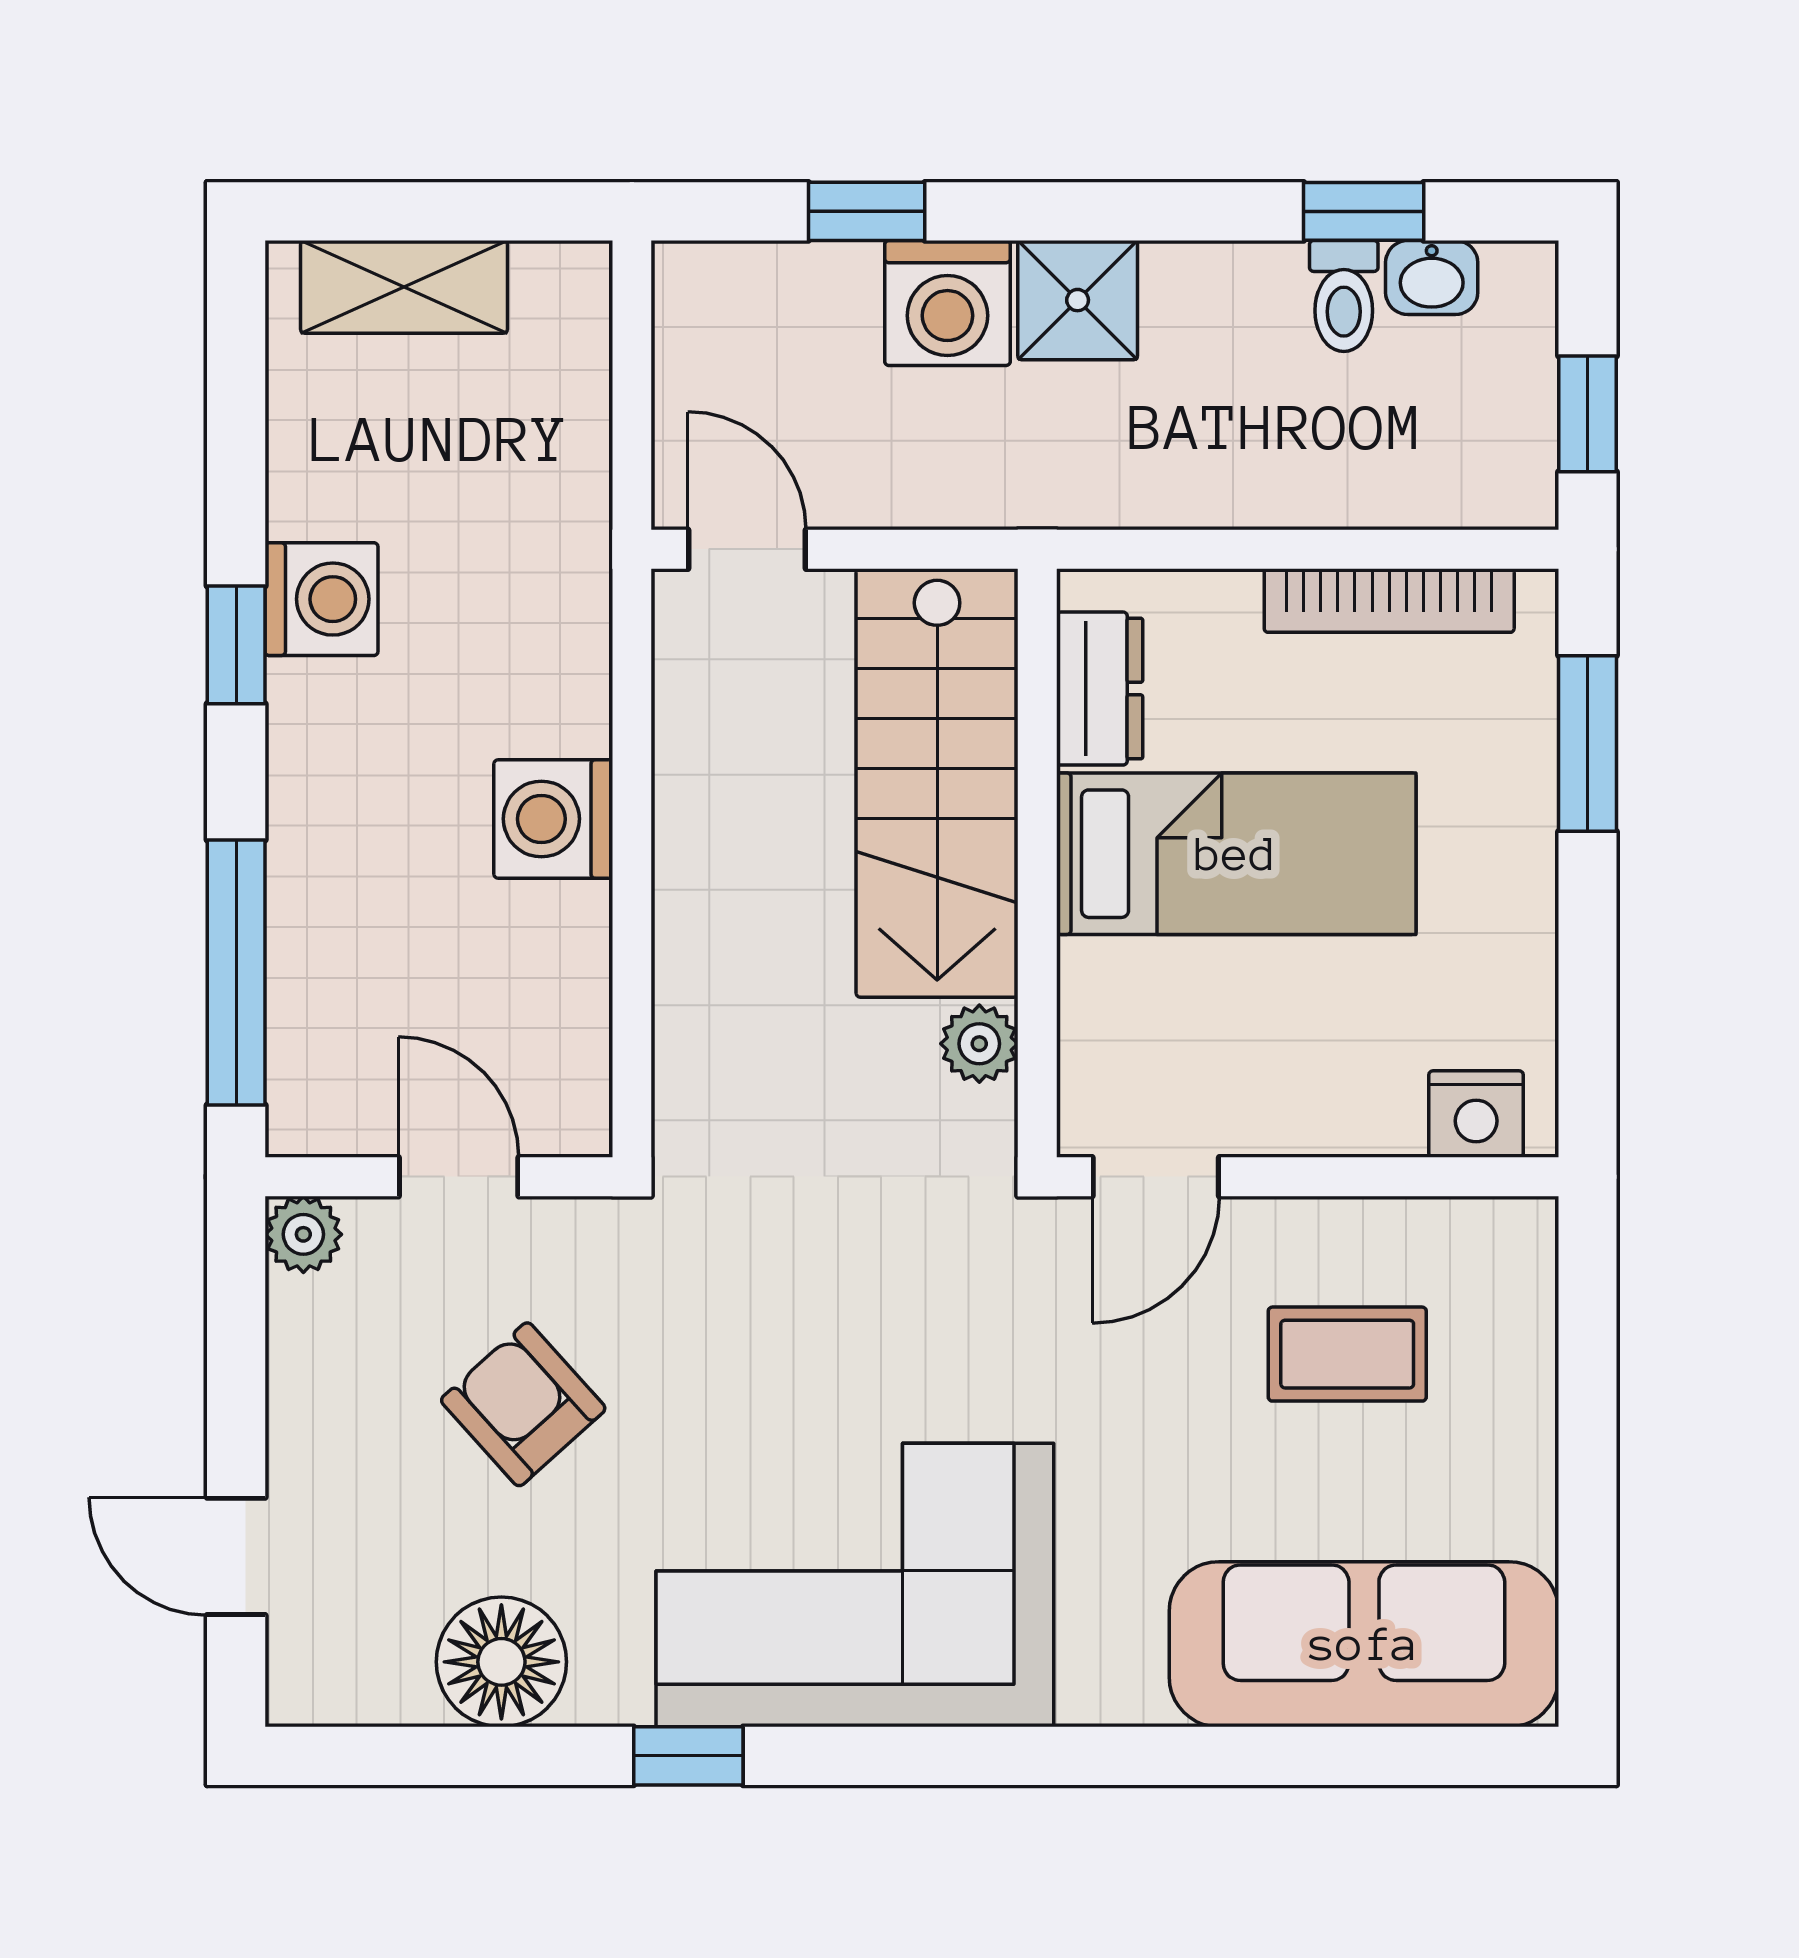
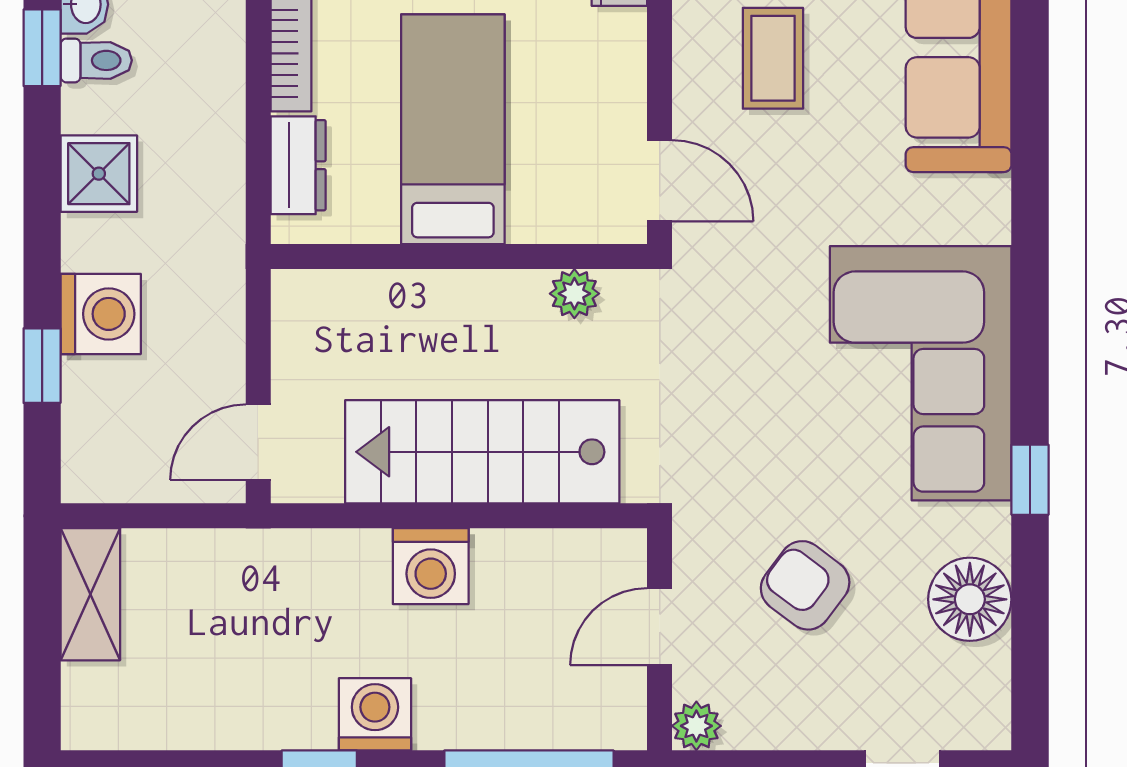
shelving: (404, 287) -> (90, 594), moved
shower: (1078, 300) -> (99, 174), moved
washing machine: (321, 599) -> (375, 714), moved
dresser: (1100, 689) -> (298, 165), moved, turned 90
stairs: (937, 783) -> (482, 452), moved, turned 180
armchair: (523, 1404) -> (805, 585), turned 79

